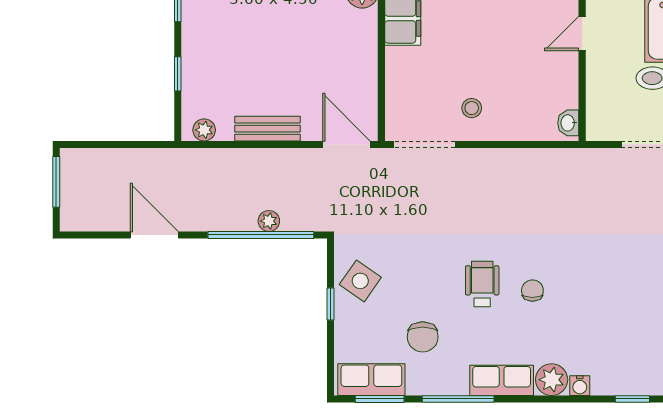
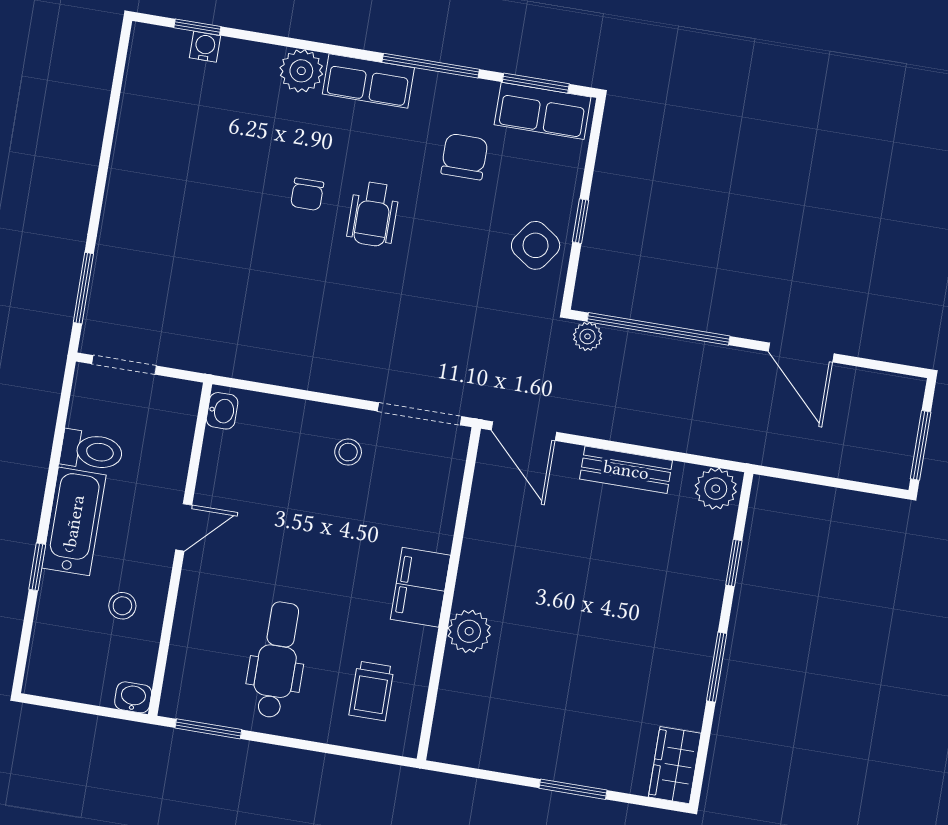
plant: (204, 130) -> (716, 489), width x1.38, depth x1.38
plant: (269, 221) -> (588, 336), moved
water cooler: (580, 386) -> (205, 47), moved

